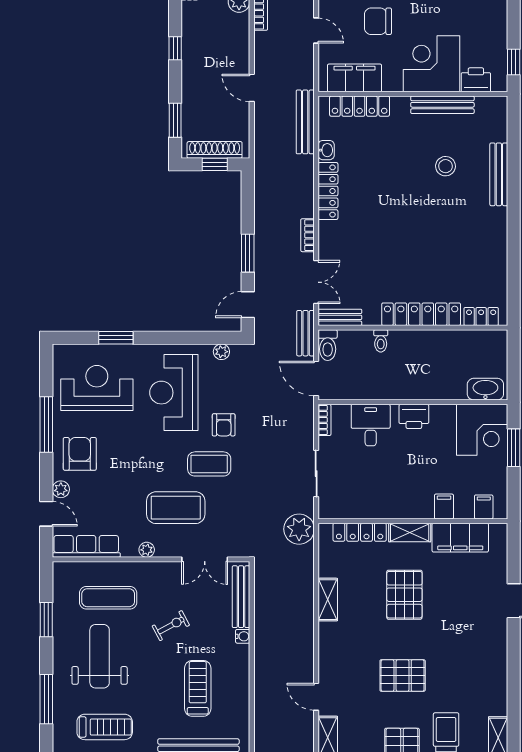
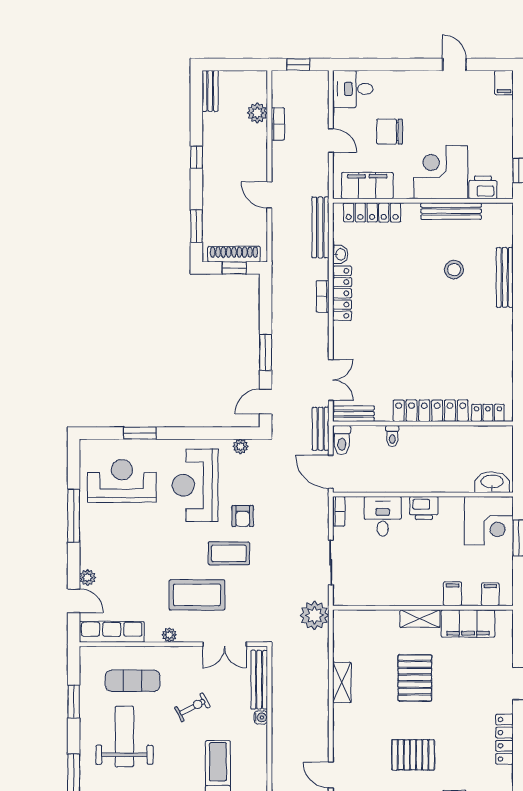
bookcase: (308, 235) -> (323, 296), moved
armchair: (80, 454) -> (106, 544), removed
locker: (360, 532) -> (504, 739), moved, turned 90

